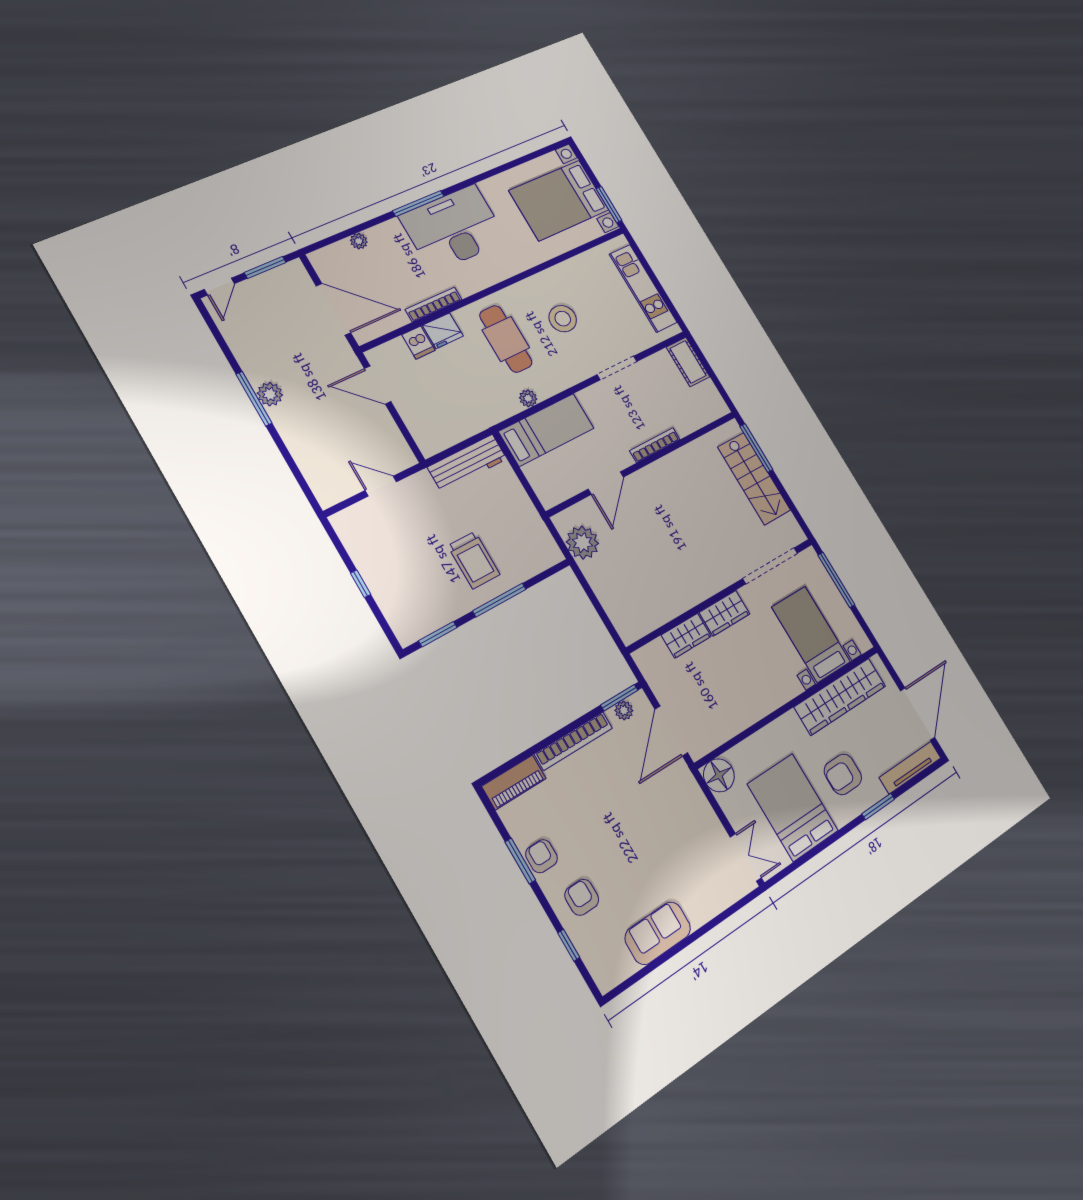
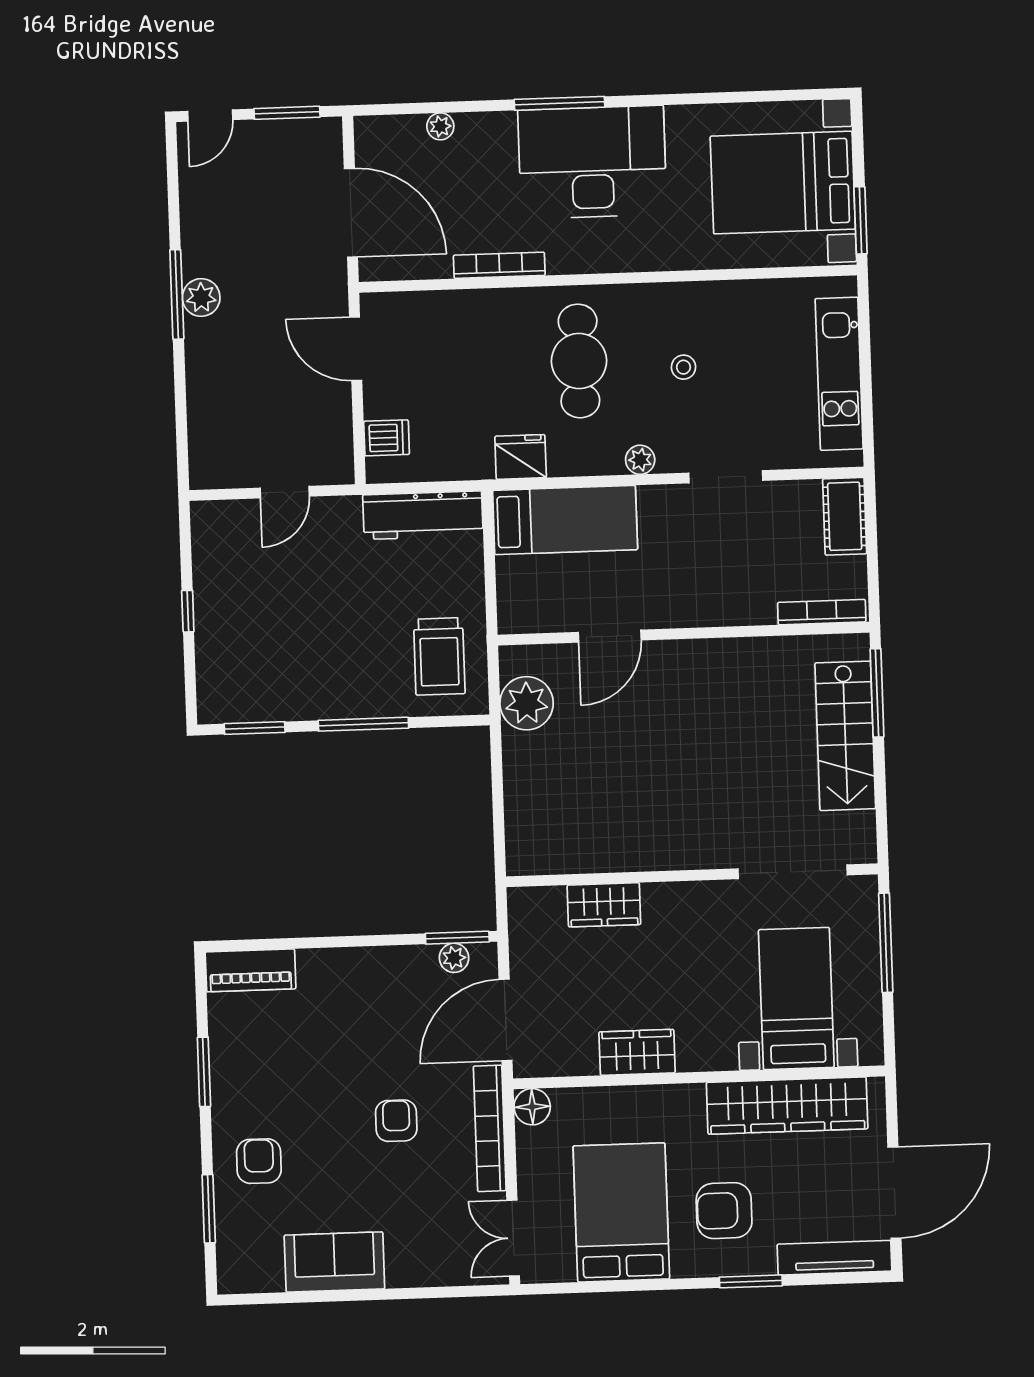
stool: (563, 319) -> (684, 367), width x0.53, depth x0.53
fridge: (443, 331) -> (521, 457), moved, turned 180
dishwasher: (418, 343) -> (387, 438), moved, turned -90
plant: (528, 398) -> (640, 460), moved
bookcase: (655, 445) -> (822, 612), moved
door: (381, 486) -> (285, 492), swing flipped
trolley: (474, 560) -> (439, 656), moved
wardrobe: (724, 613) -> (637, 1052), moved, turned 180
bookcase: (574, 741) -> (490, 1128), moved, turned 90
floor lamp: (719, 775) -> (532, 1107), width x0.73, depth x0.73
armchair: (542, 856) -> (396, 1121), moved
double door: (746, 857) -> (513, 1238), swing flipped
window: (569, 945) -> (209, 1209), width x1.50

